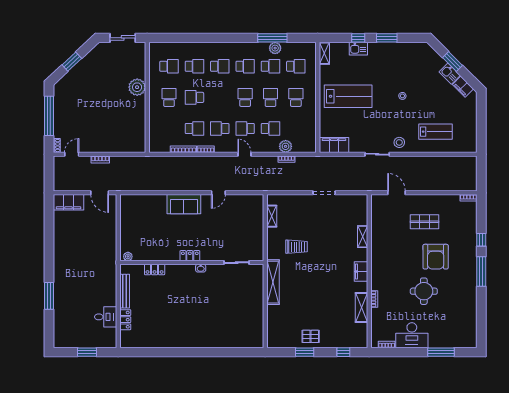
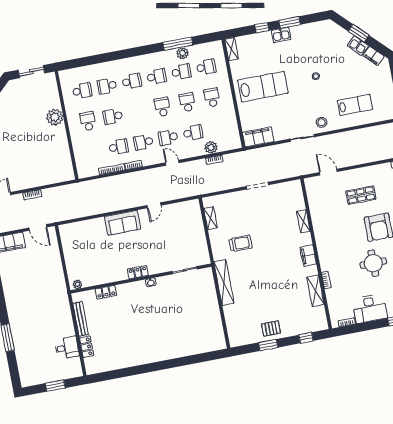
kitchen sink: (358, 49) -> (281, 35), moved
school desk: (194, 66) -> (107, 86), turned 180

